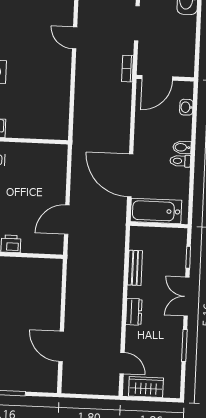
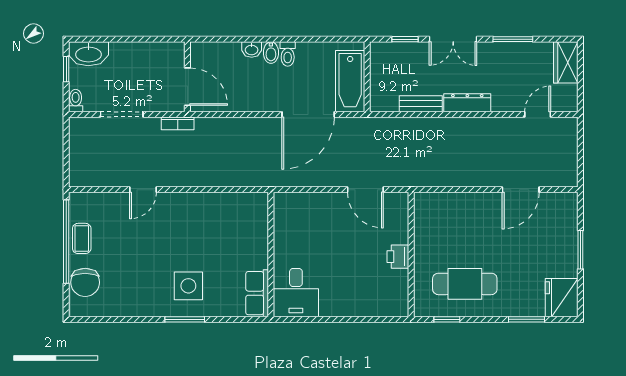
washbasin: (186, 107) -> (252, 49), moved
dresser: (134, 312) -> (467, 103), width x1.44
wardrobe: (146, 387) -> (566, 62), moved

